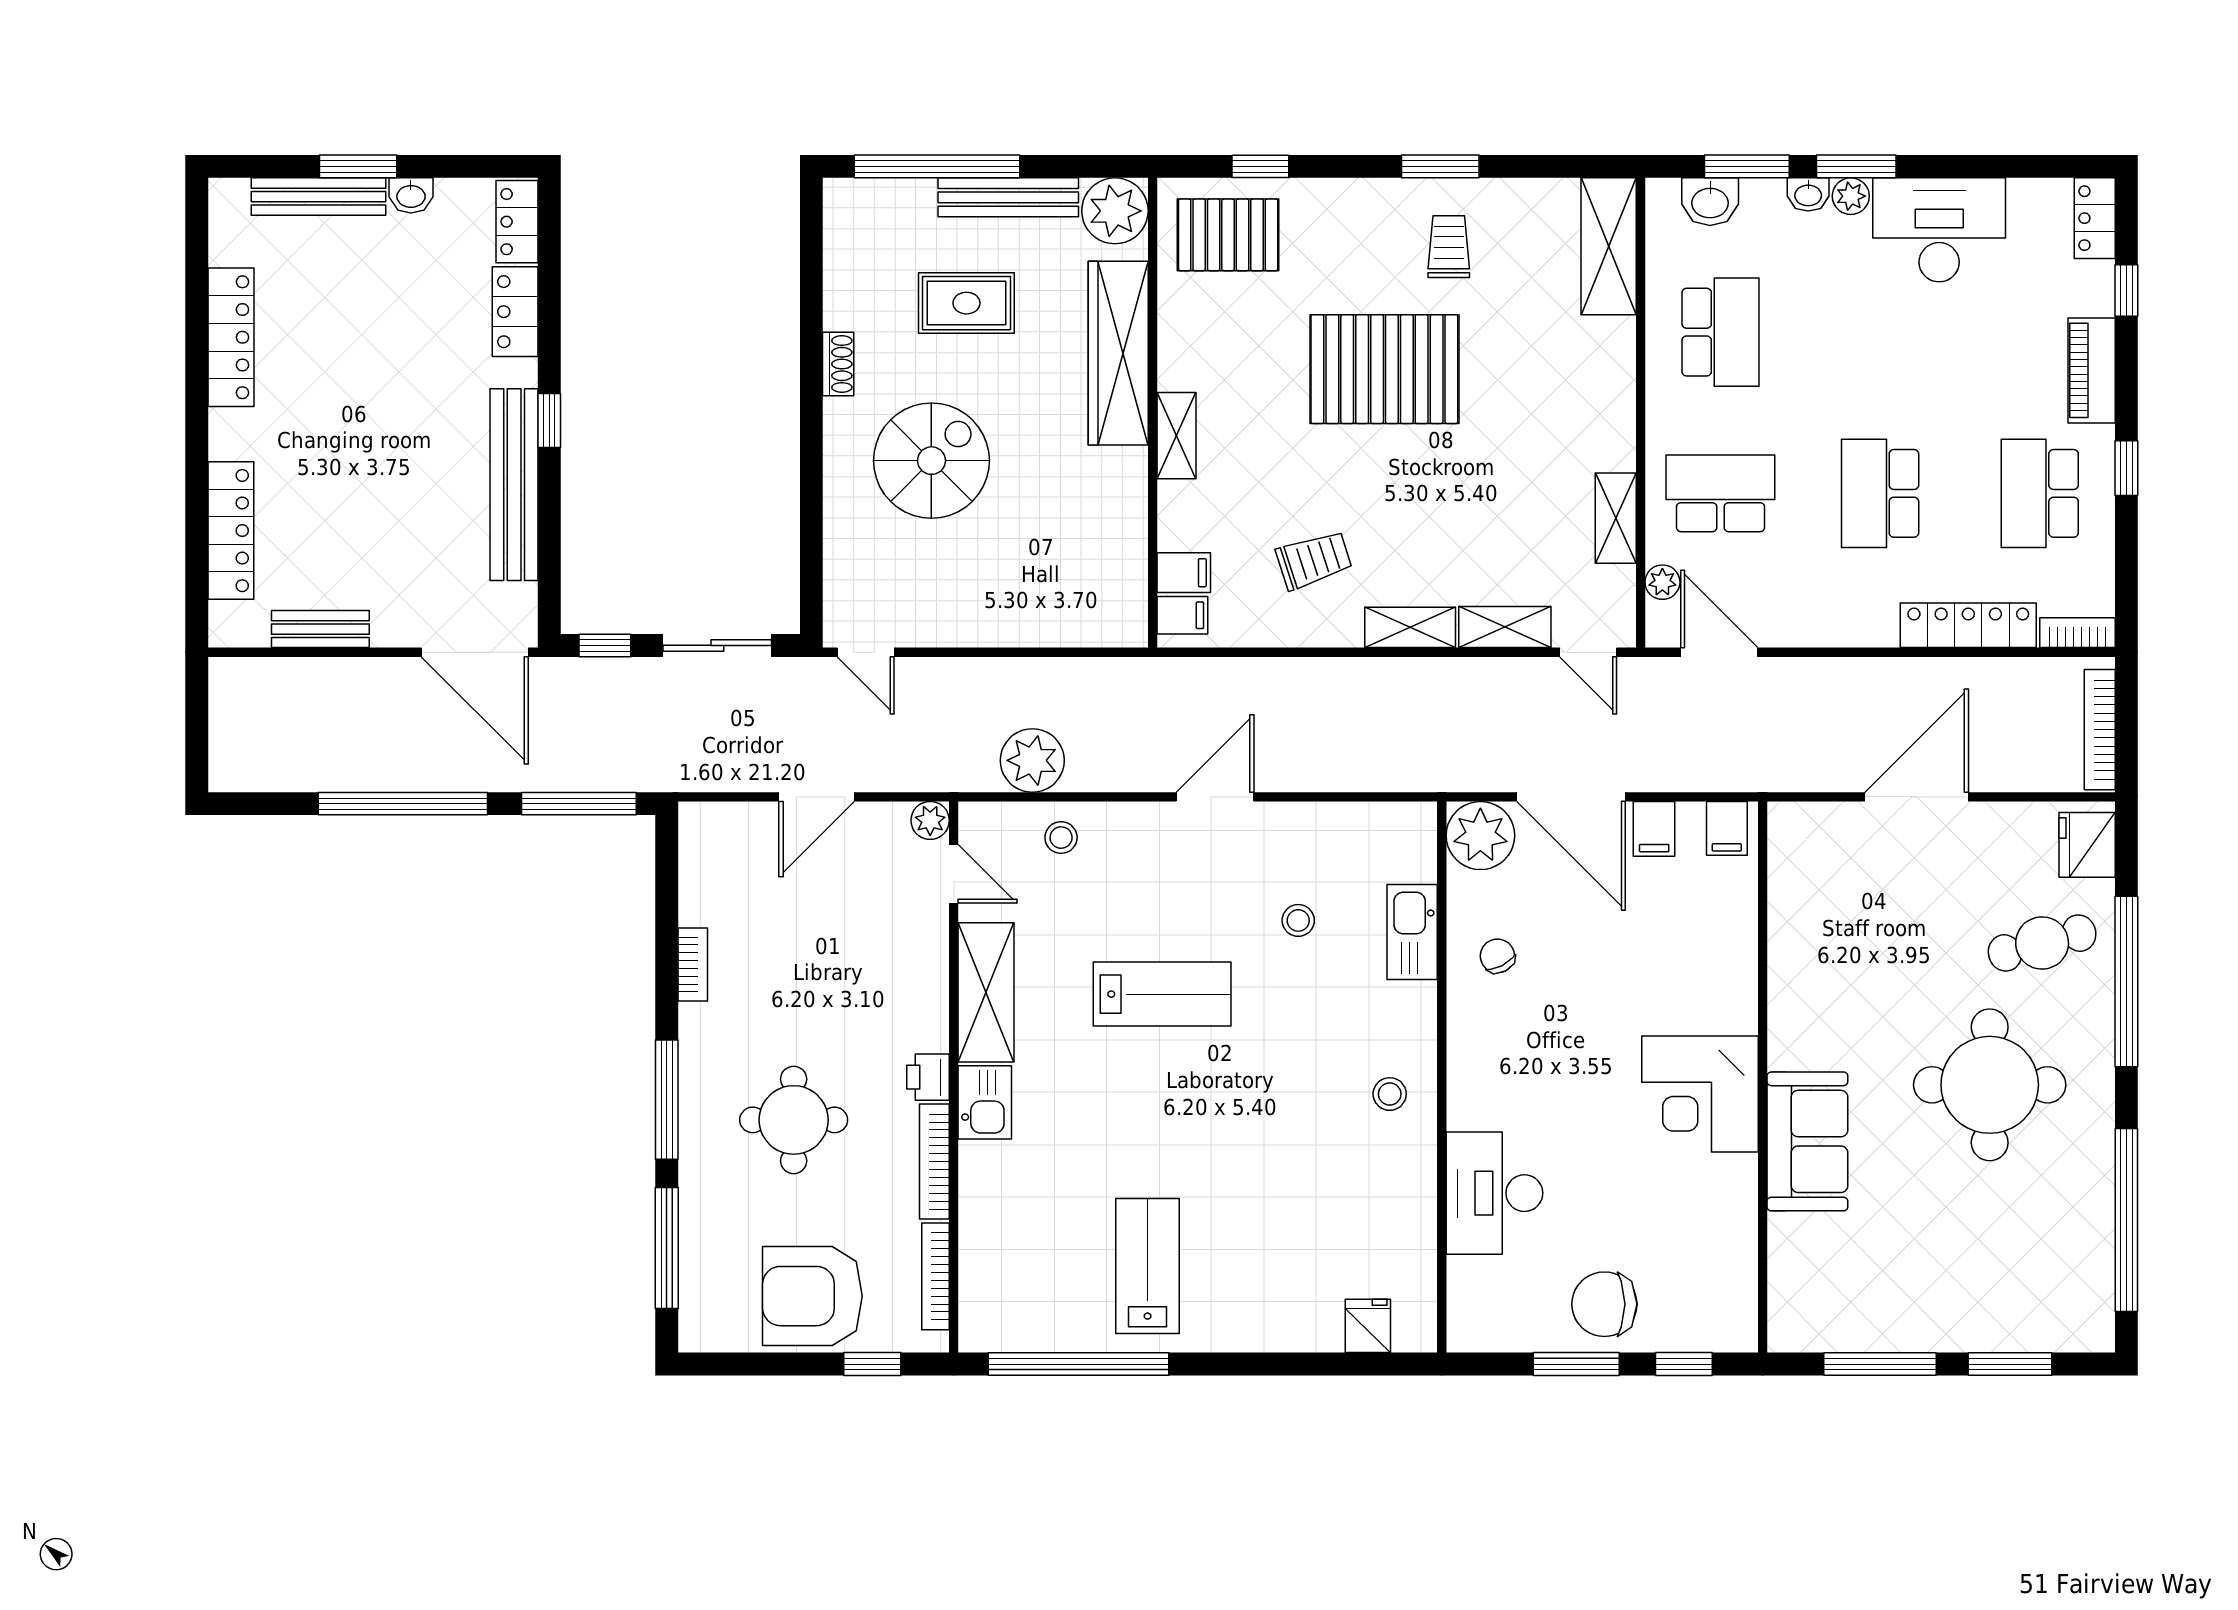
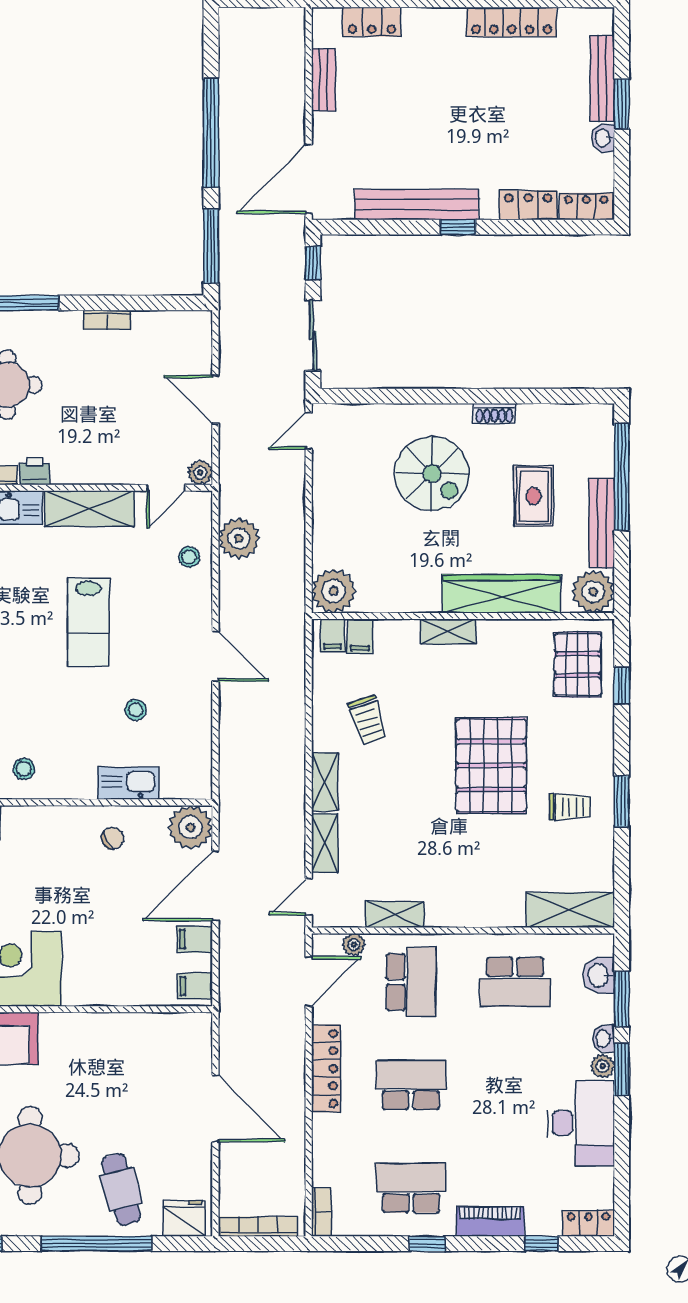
locker: (231, 531) -> (372, 22), width x0.66
plant: (1114, 613) -> (334, 591), added
locker: (1968, 625) -> (326, 1068), moved

